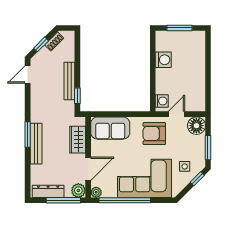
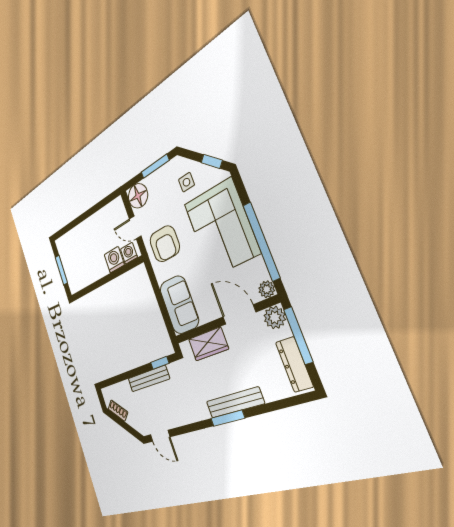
window: (41, 44) -> (126, 426), removed
washing machine: (163, 60) -> (114, 260), moved
window: (197, 179) -> (212, 161), moved

